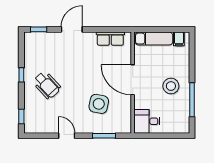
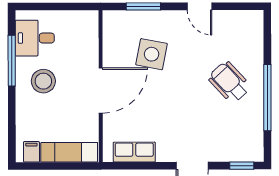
window: (21, 75) -> (267, 98), width x3.17
door: (133, 80) -> (101, 90), hinge flipped
window: (21, 116) -> (267, 35), removed
desk: (147, 121) -> (35, 38), moved, turned 180

